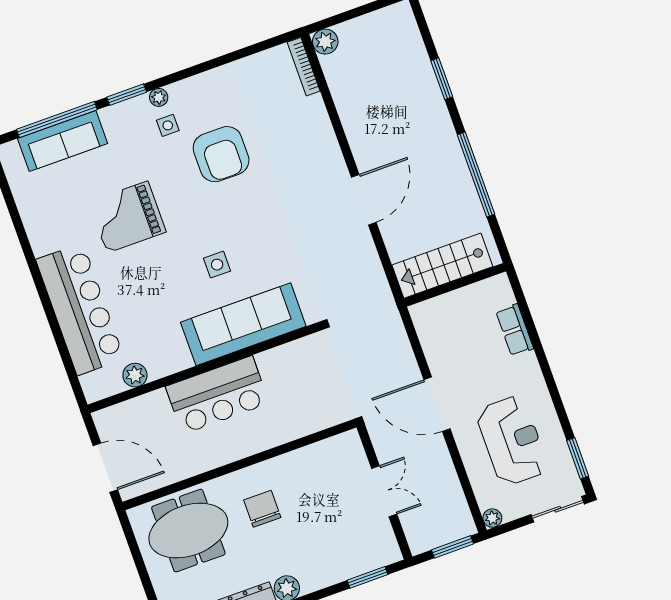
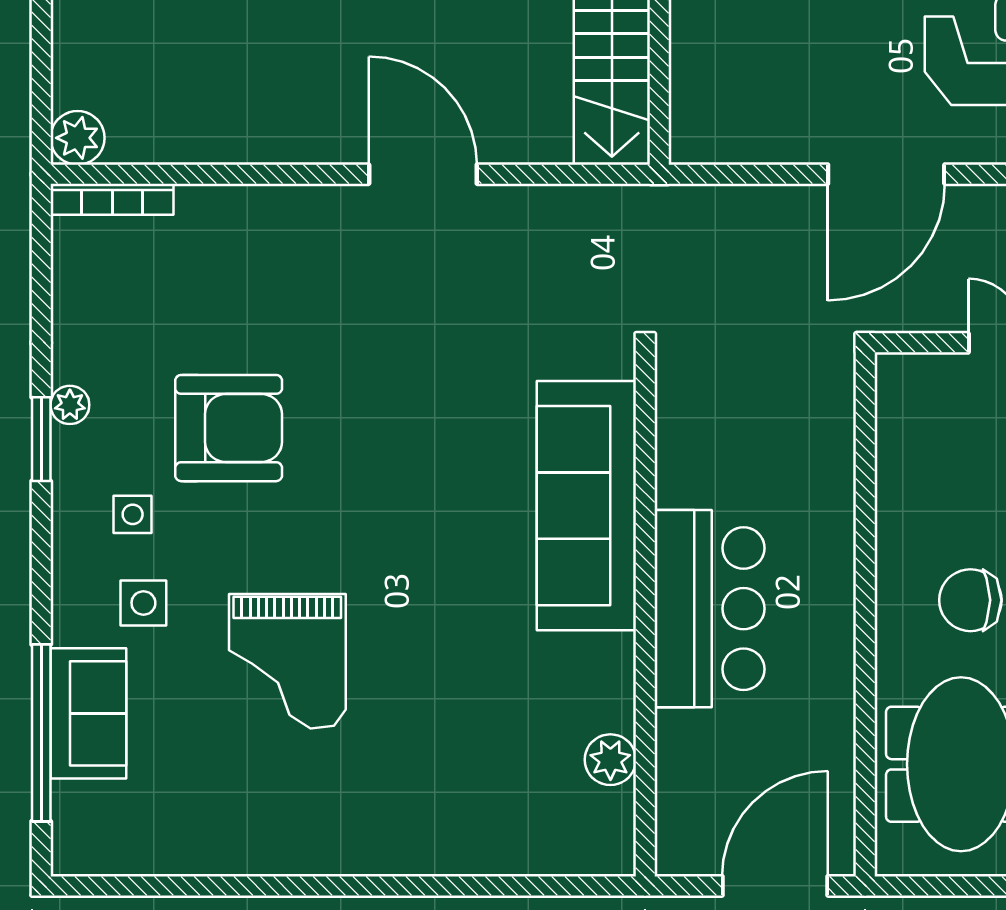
window: (127, 95) -> (41, 439), moved
plant: (159, 97) -> (70, 405), moved
sofa: (63, 141) -> (88, 713), width x0.73
side table: (217, 265) -> (143, 603), moved
bar counter: (80, 309) -> (439, 823), removed

